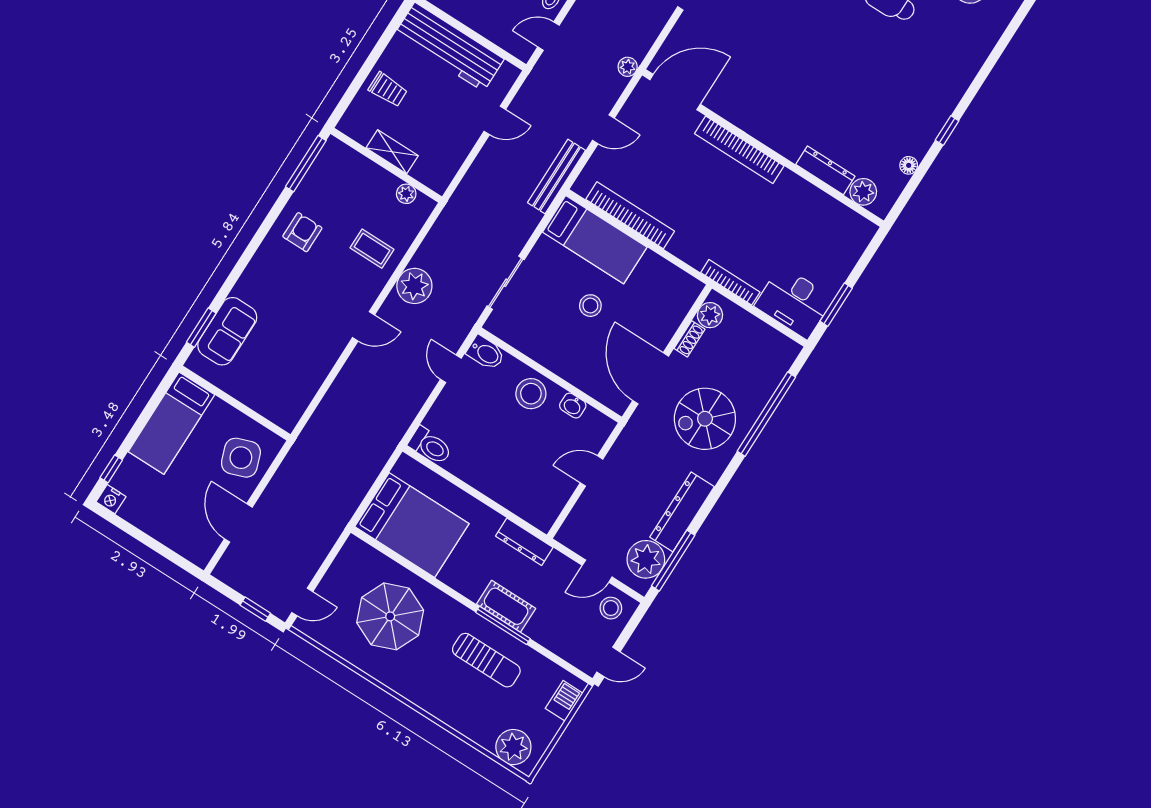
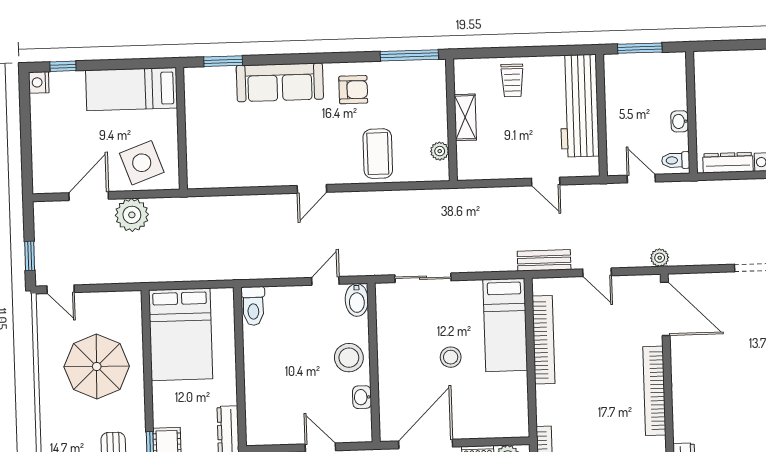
bench: (557, 177) -> (544, 260), width x0.73
coffee table: (372, 249) -> (378, 154), width x1.36, depth x1.30
plant: (414, 286) -> (132, 215), moved
door: (364, 326) -> (312, 189), hinge flipped
sofa: (227, 331) -> (280, 82), moved, width x1.36

